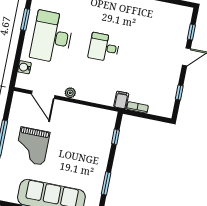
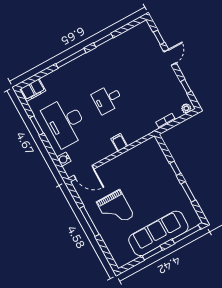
plant: (70, 93) -> (186, 108), moved
door: (43, 95) -> (84, 172), moved
filing cabinet: (121, 100) -> (119, 142), moved
window: (116, 137) -> (175, 168), moved

